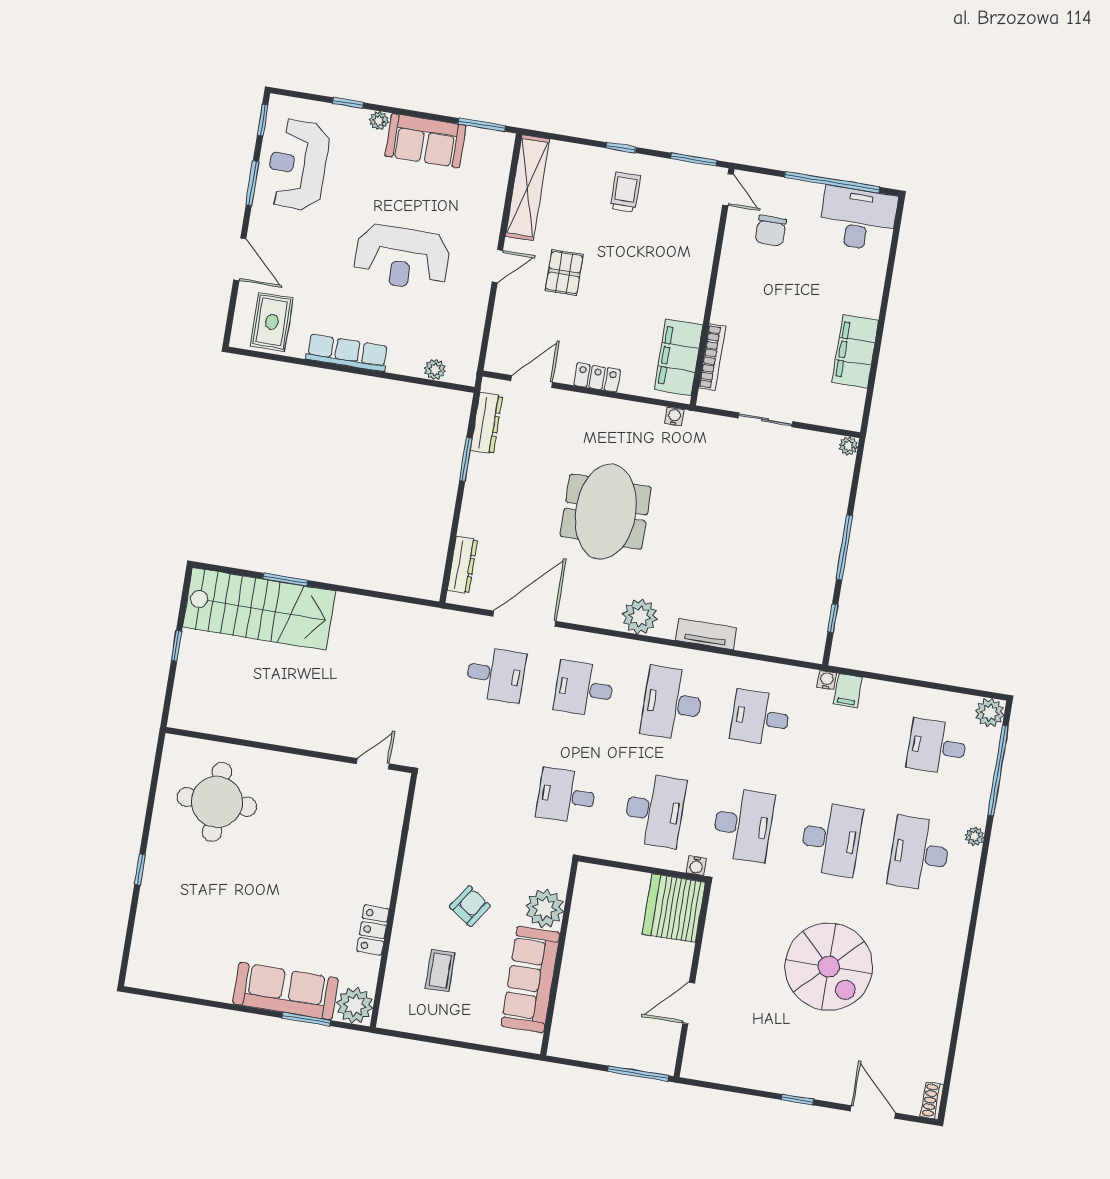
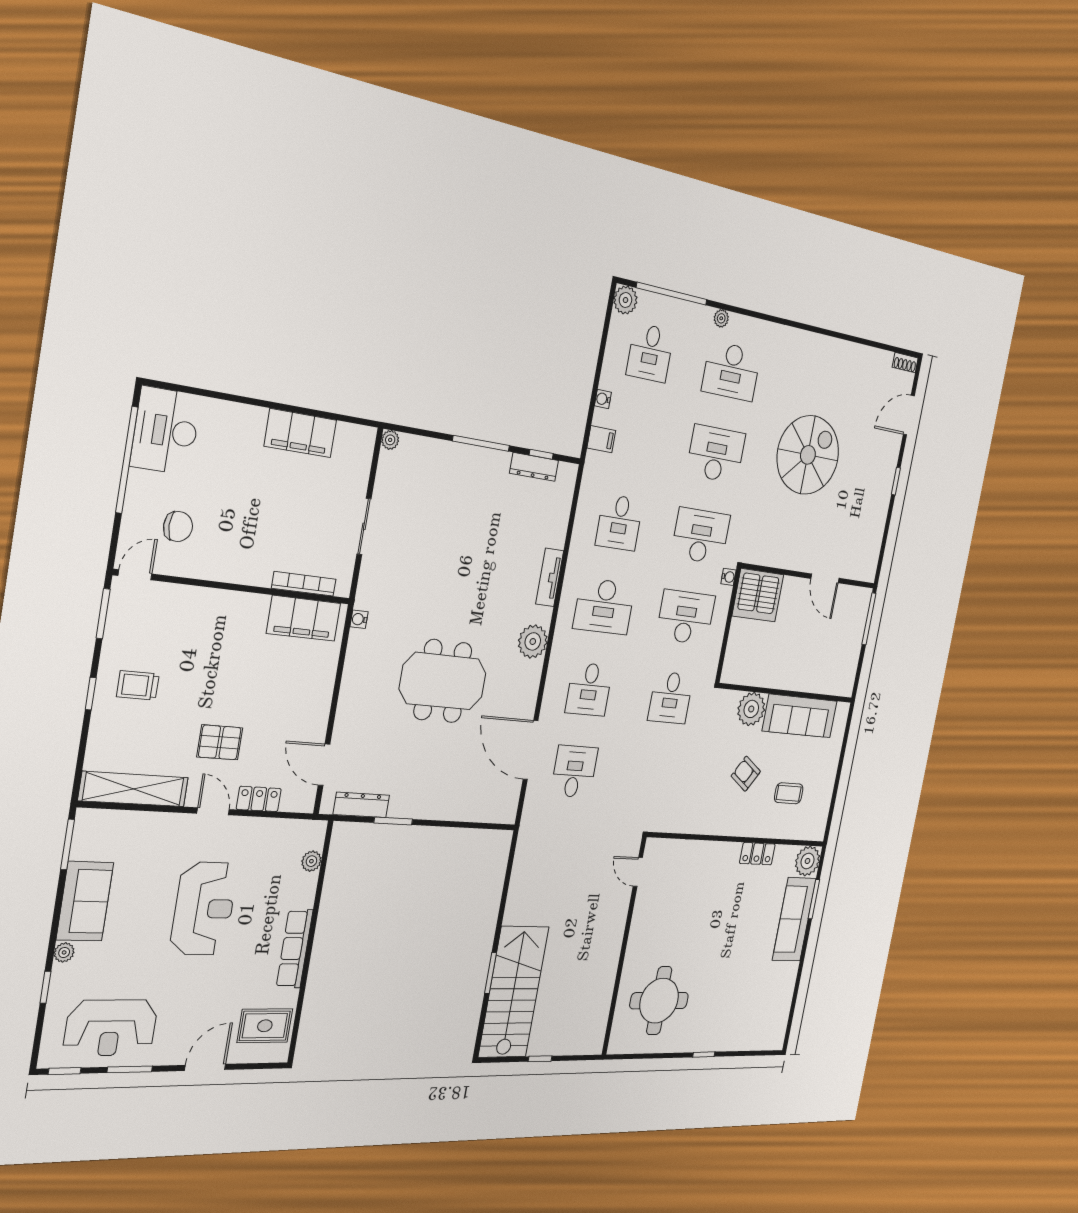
locker: (597, 377) -> (259, 799), moved, turned 90
dresser: (462, 565) -> (534, 467), moved, turned 180
water cooler: (827, 680) -> (603, 399), moved

